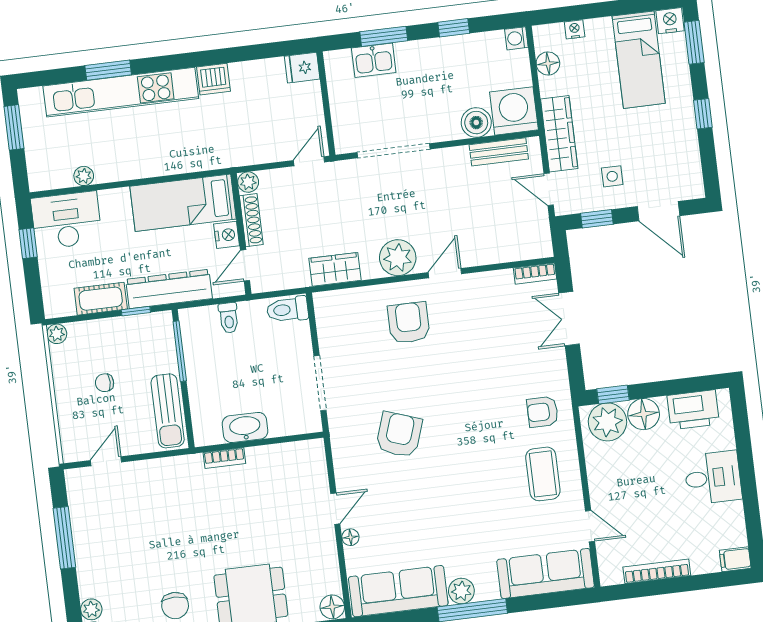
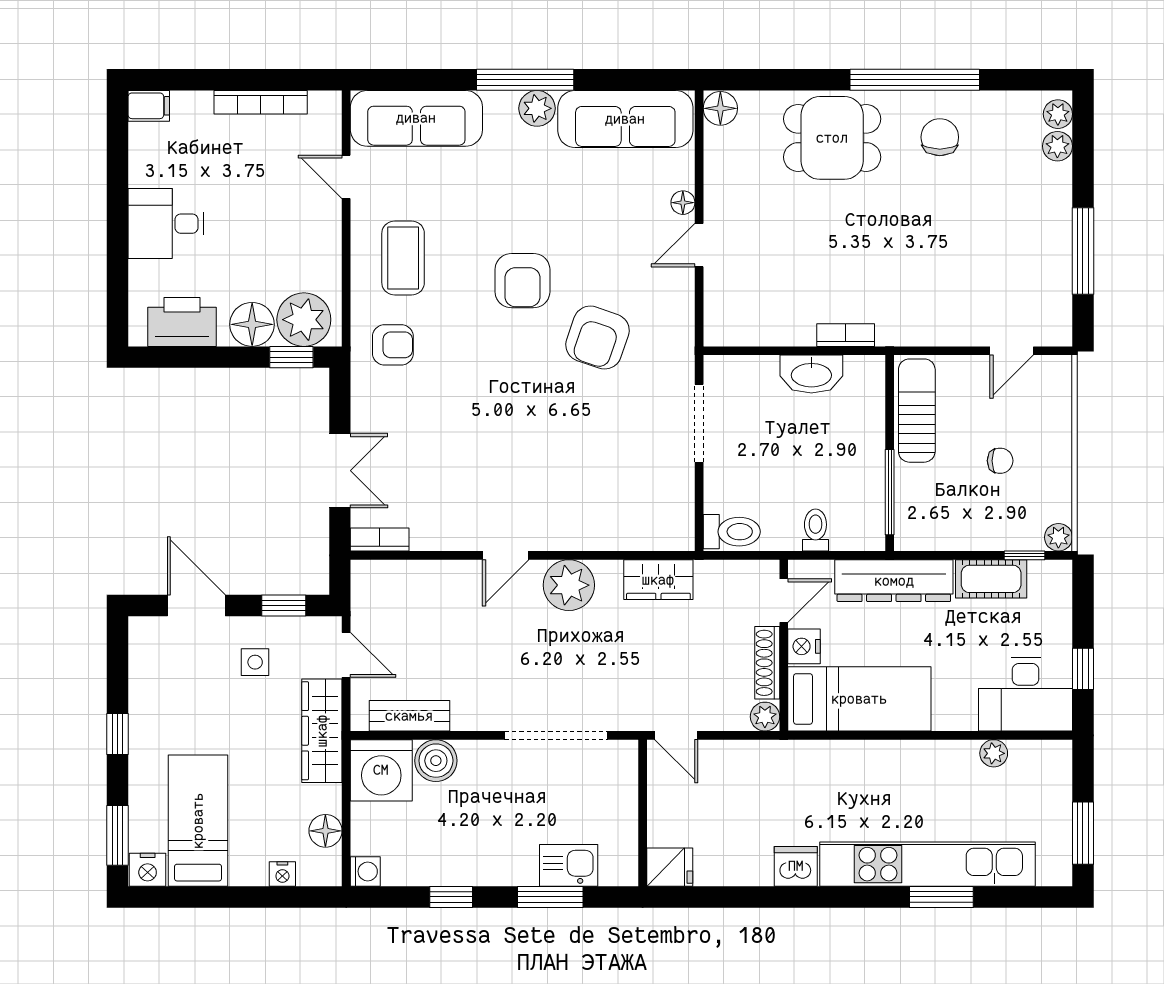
door: (309, 161) -> (676, 735), hinge flipped
window: (136, 311) -> (1024, 555), moved
armchair: (409, 323) -> (522, 281), moved

